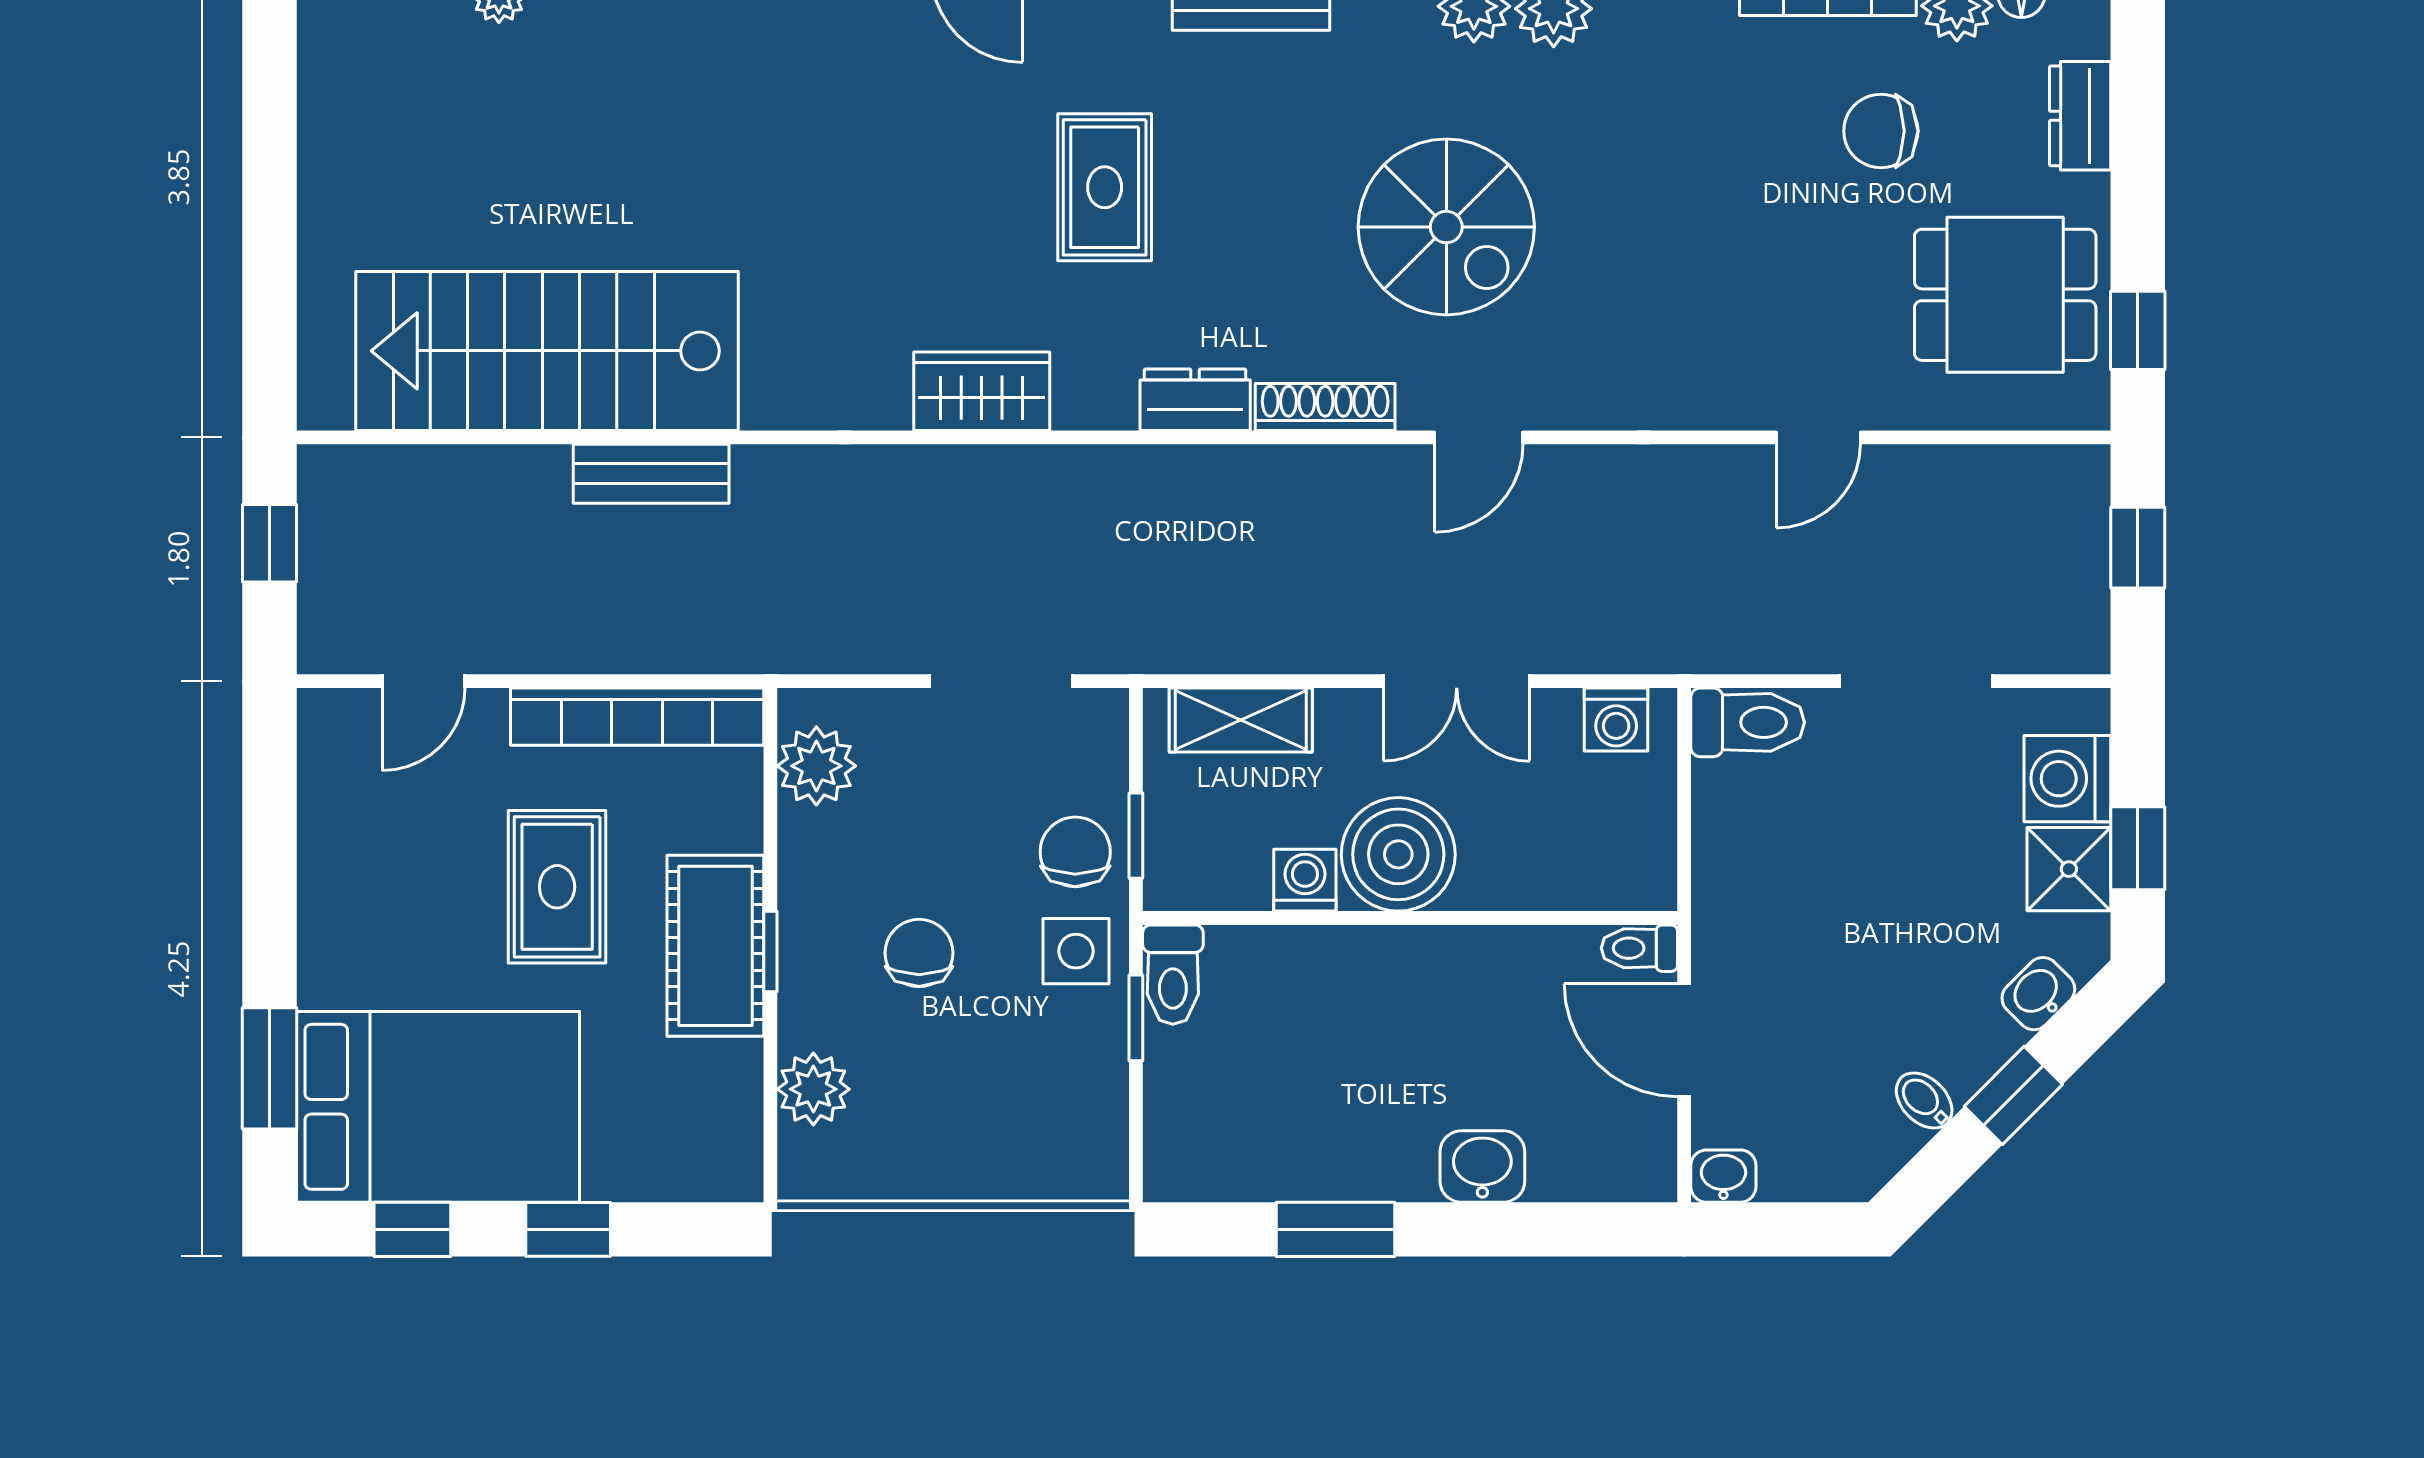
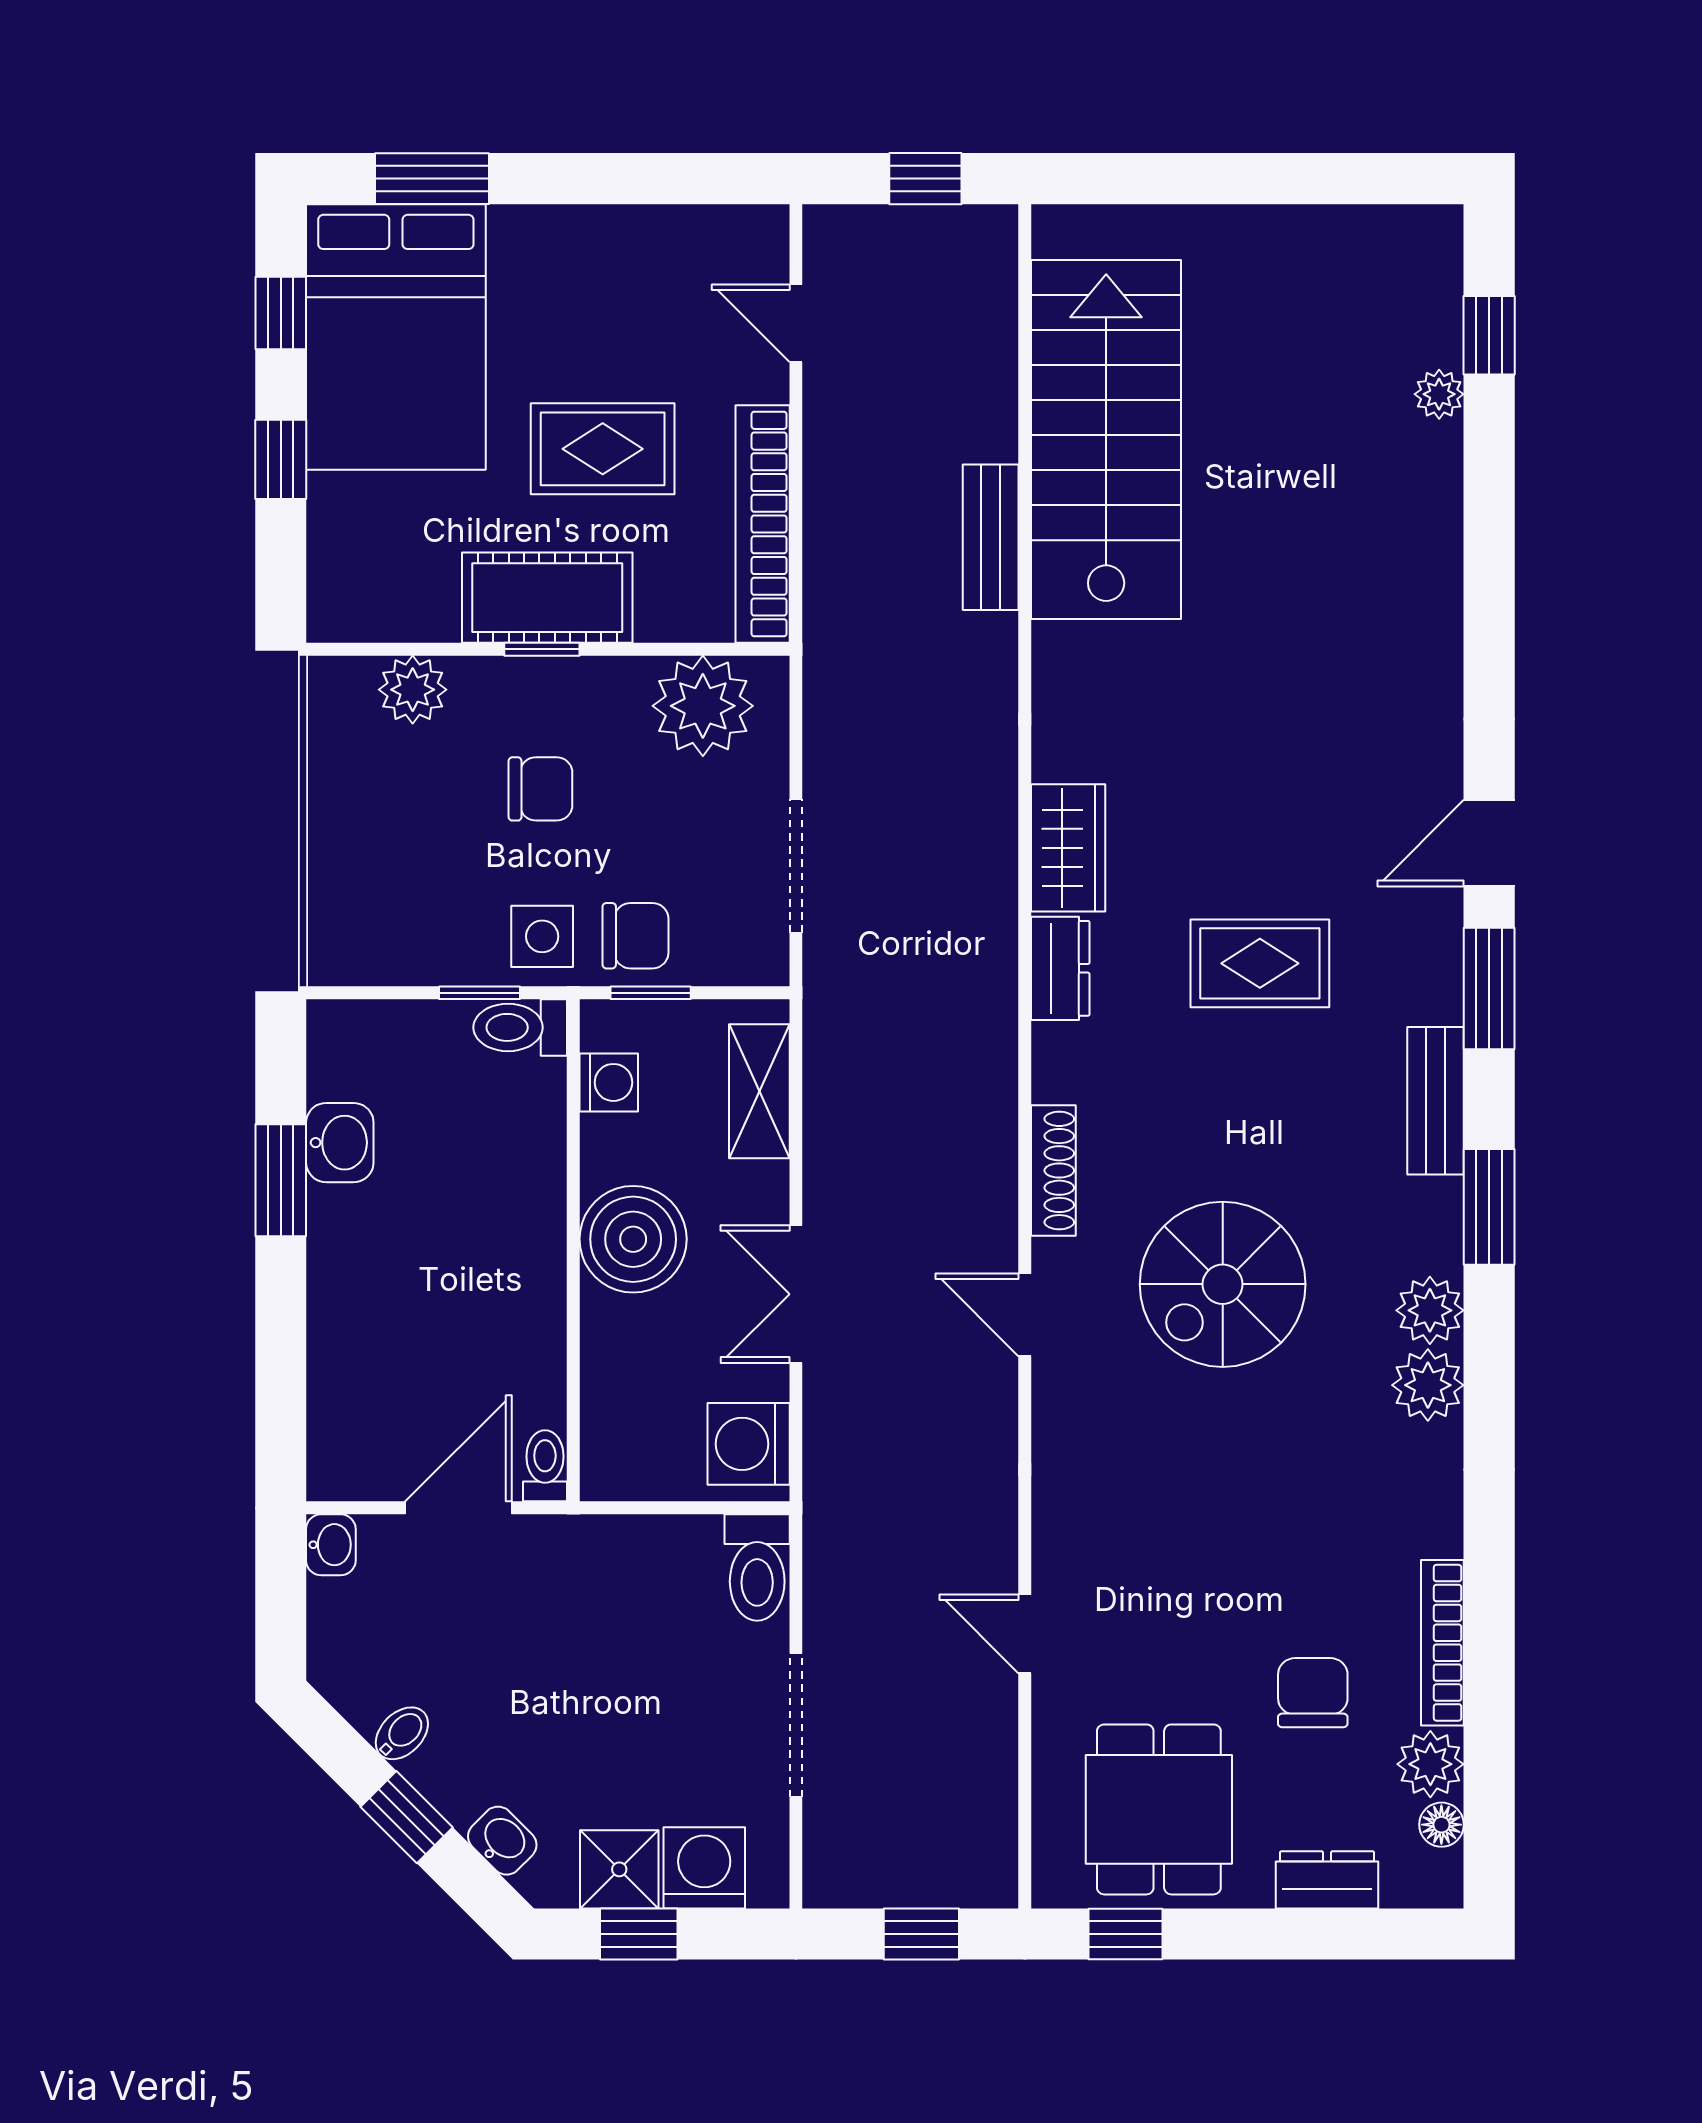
dresser: (1195, 400) -> (1060, 968), moved
washing machine: (1616, 720) -> (749, 1444), width x1.38, depth x1.38
plant: (816, 766) -> (703, 706), width x1.36, depth x1.36
washing machine: (1305, 880) -> (609, 1082), moved
washbasin: (1482, 1166) -> (340, 1143), moved

